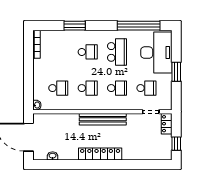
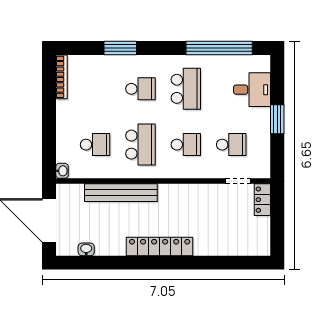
desk: (156, 53) -> (252, 90), width x0.53, depth x0.77
school desk: (88, 88) -> (140, 145), width x1.85
bench: (103, 119) -> (121, 193), moved
window: (176, 144) -> (277, 230), removed

